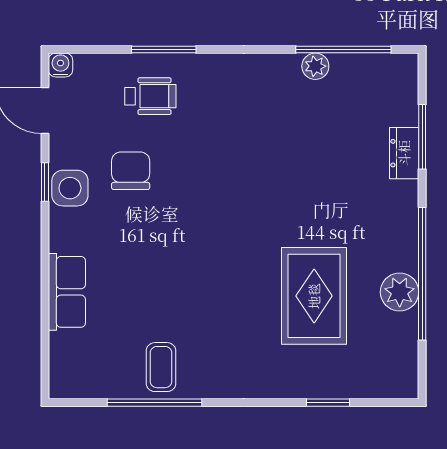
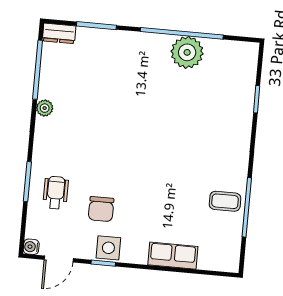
plant: (315, 66) -> (45, 108), moved
dresser: (404, 153) -> (59, 33), moved
chair: (131, 171) -> (101, 209), turned -90
plant: (400, 292) -> (187, 52), width x1.36, depth x1.36
rug: (314, 296) -> (189, 102), removed

